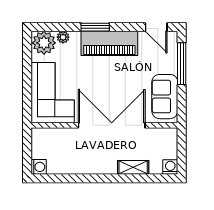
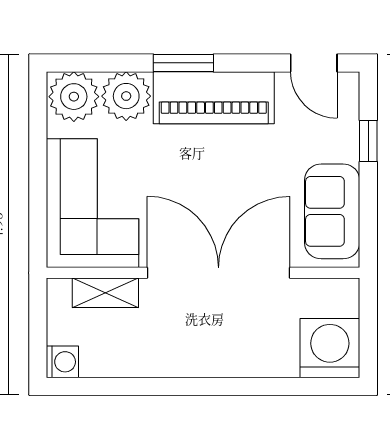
plant: (63, 37) -> (126, 96), width x1.88, depth x1.88
window: (182, 64) -> (368, 141), width x0.46
shelving: (133, 167) -> (105, 293), moved
washing machine: (170, 167) -> (330, 348), width x1.89, depth x1.89

